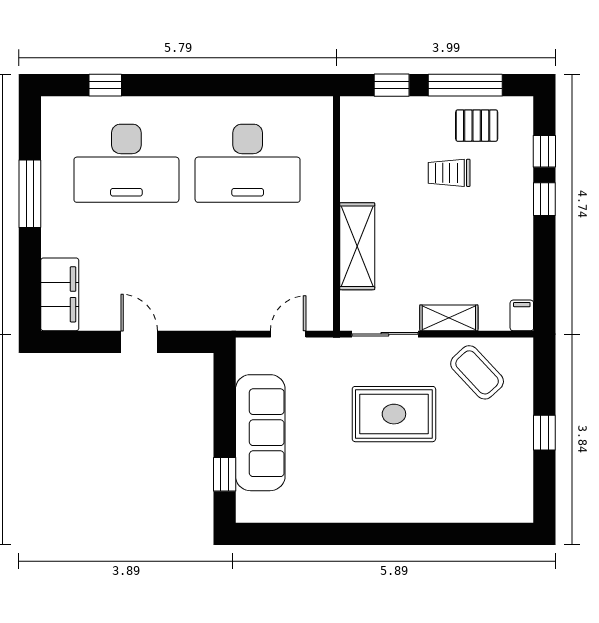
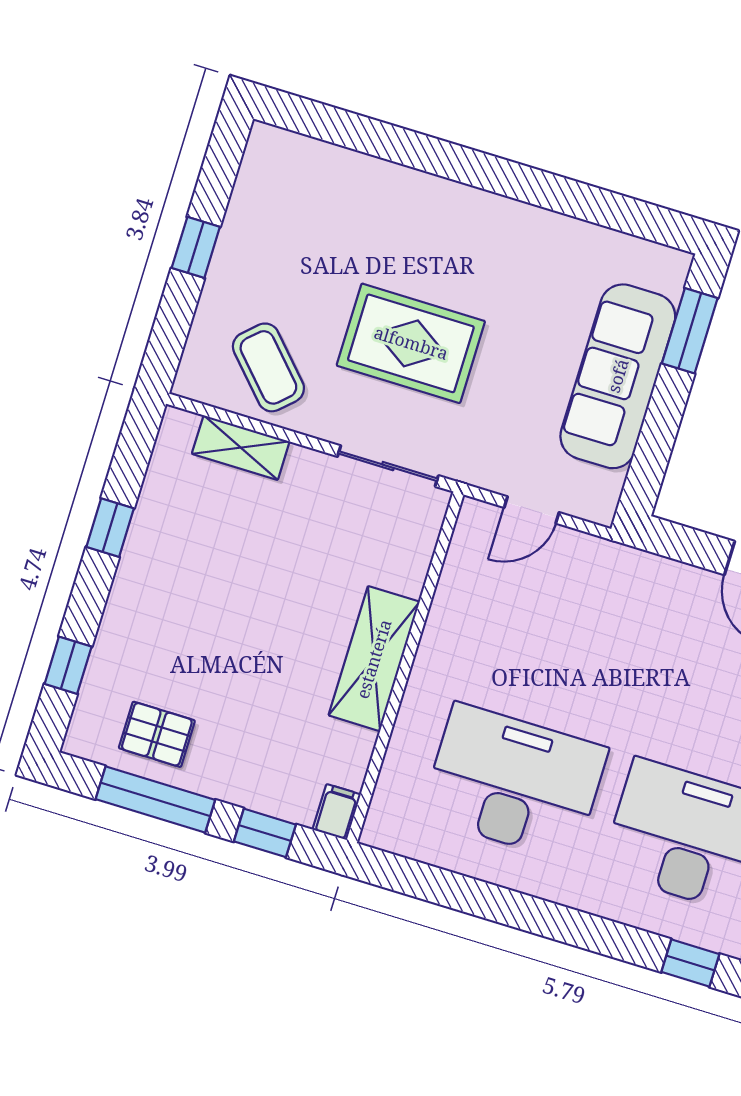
trolley: (449, 173) -> (219, 677), removed
window: (544, 199) -> (110, 528), moved
shelving: (357, 246) -> (374, 659), moved
filing cabinet: (522, 315) -> (337, 812), moved, turned 180
shelving: (449, 318) -> (241, 448), moved
window: (225, 474) -> (690, 331), width x1.50

